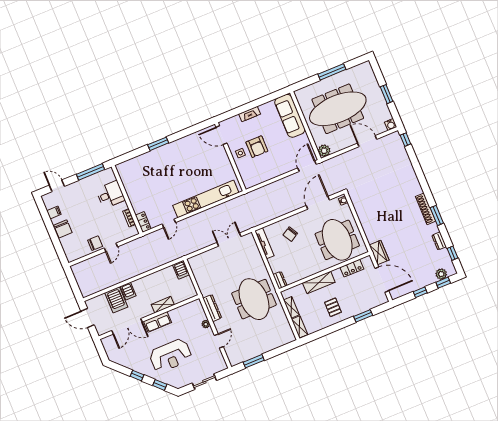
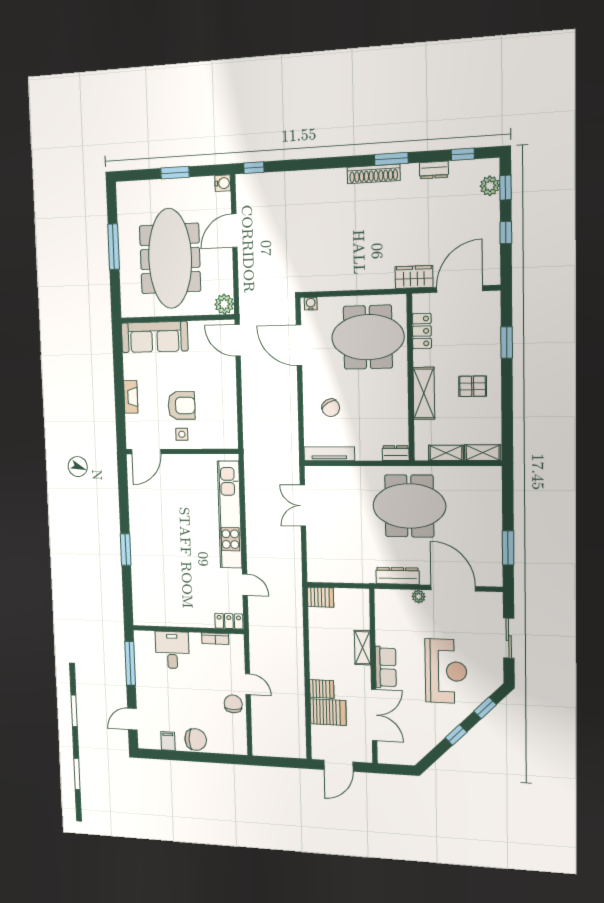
door: (219, 341) -> (453, 588), width x1.87

